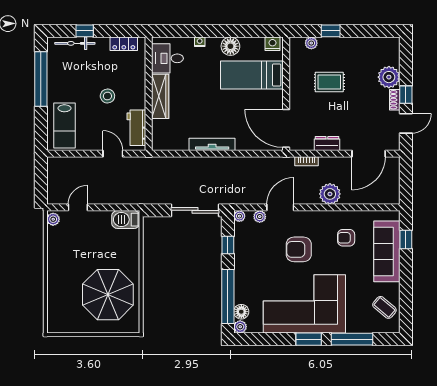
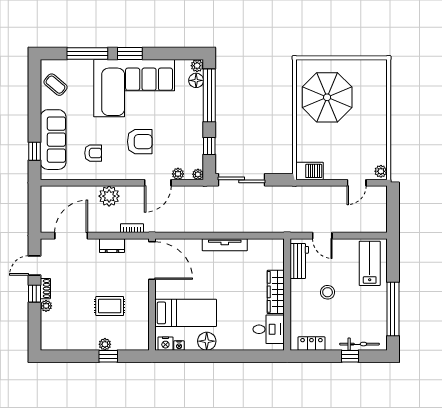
nightstand: (200, 42) -> (179, 345), moved
plant: (311, 43) -> (105, 344), moved
plant: (389, 77) -> (46, 306), width x0.53, depth x0.53

